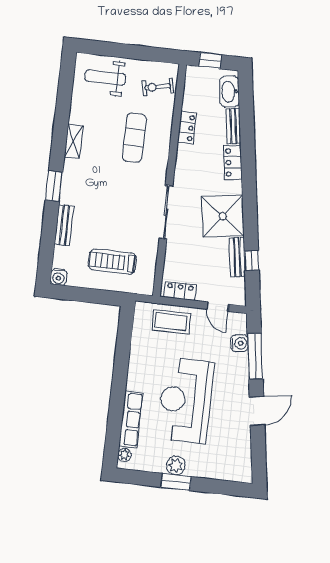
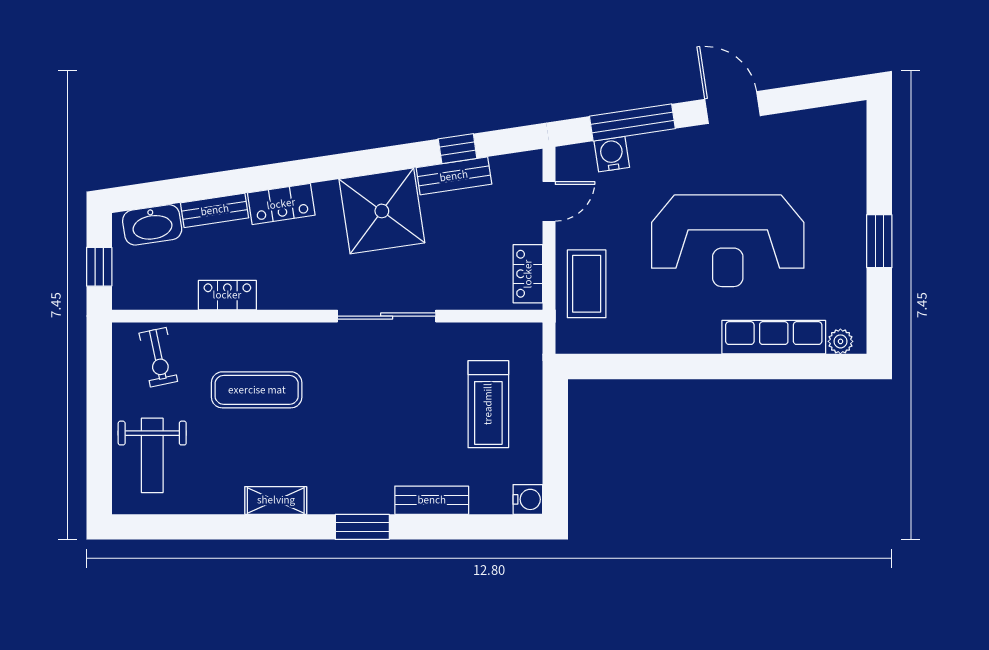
plant: (176, 466) -> (849, 245), removed

